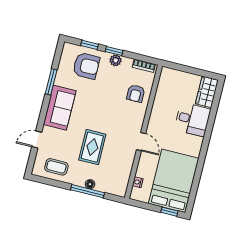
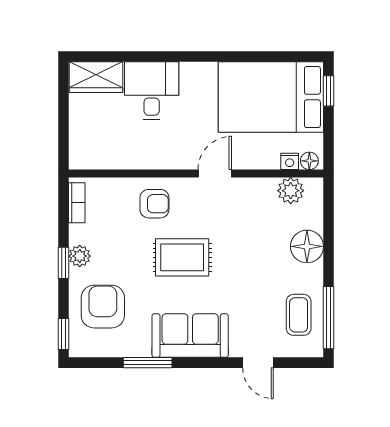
window: (90, 45) -> (64, 334), moved
armchair: (136, 93) -> (154, 204), moved
rug: (92, 147) -> (182, 257), moved
plant: (122, 179) -> (291, 191), added
floor lamp: (90, 184) -> (307, 246), width x1.89, depth x1.89
window: (87, 191) -> (329, 318), moved
floor lamp: (135, 193) -> (309, 161), added

